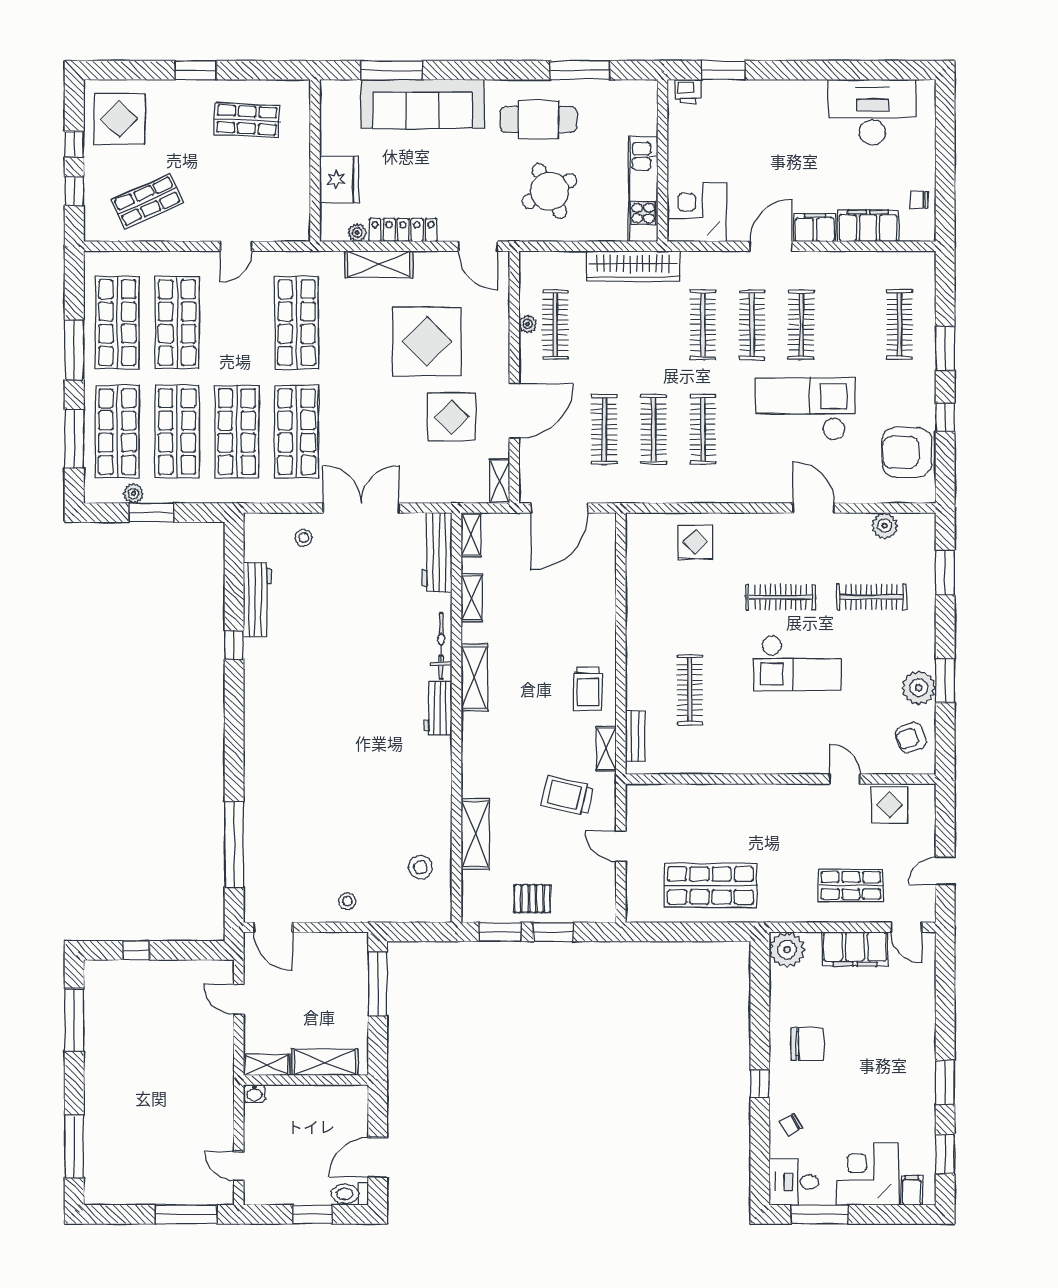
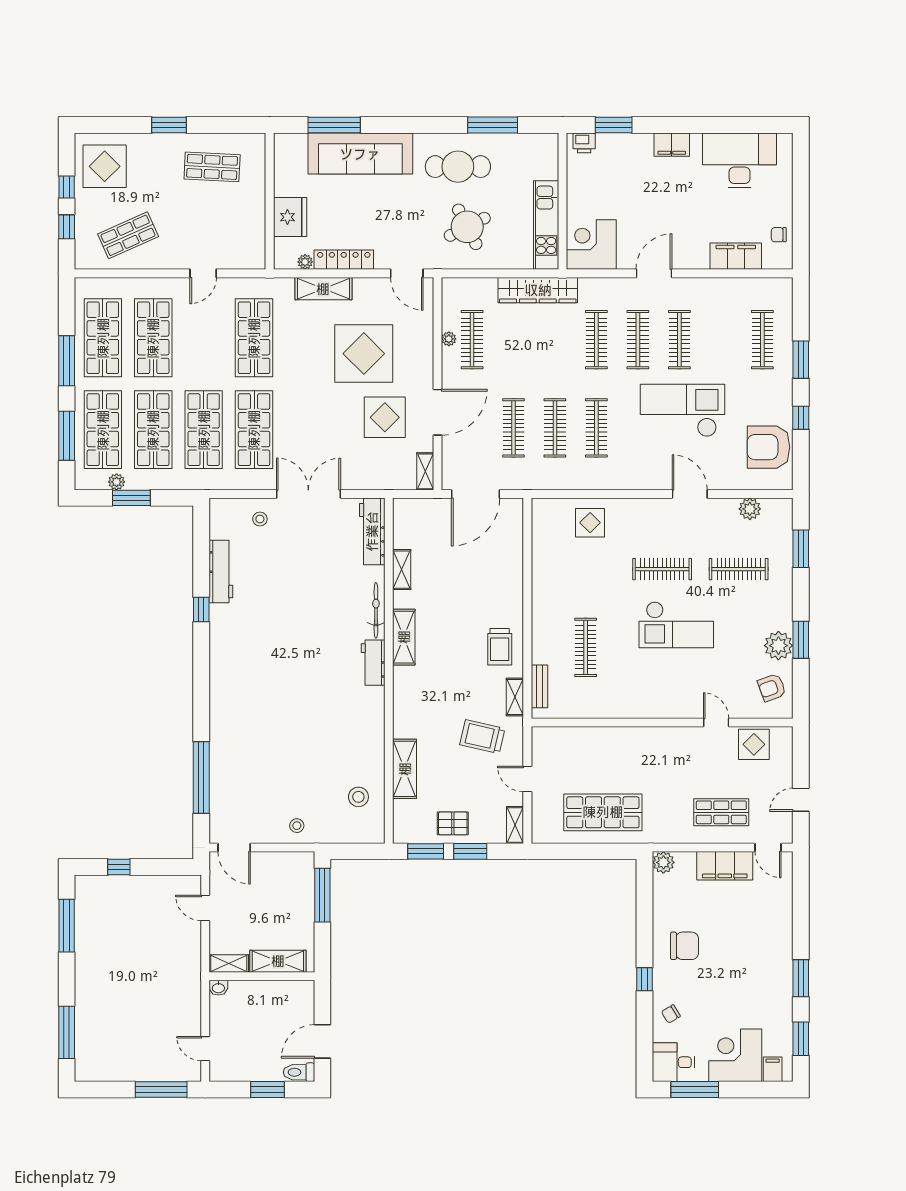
filing cabinet: (815, 228) -> (672, 145), moved, turned 180
shelving: (471, 535) -> (515, 825), moved
plant: (787, 950) -> (663, 862), width x0.73, depth x0.73

